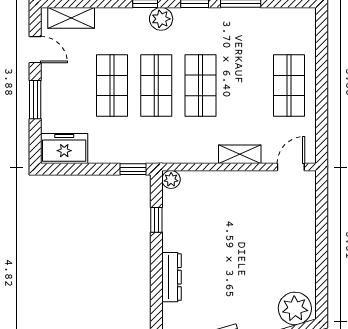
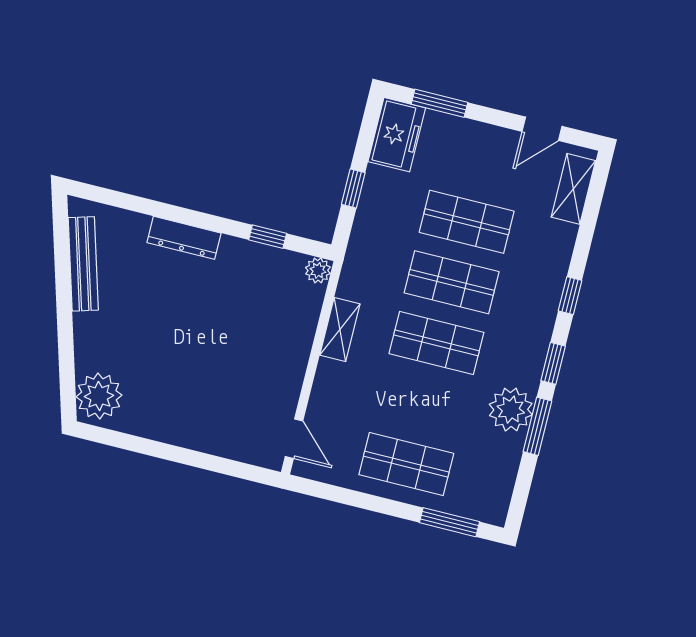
plant: (161, 19) -> (511, 410), moved, width x1.36, depth x1.36
window: (322, 46) -> (449, 522), added
window: (35, 100) -> (439, 103), moved
shelving: (240, 154) -> (340, 329), moved
window: (133, 169) -> (353, 188), moved

